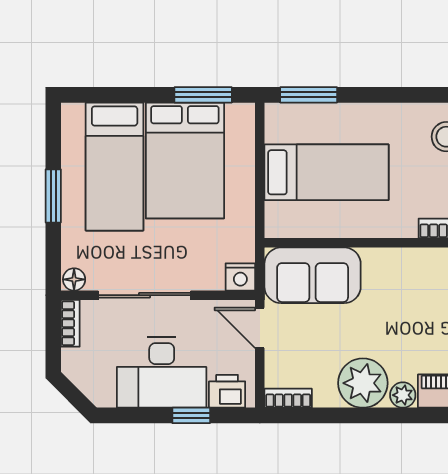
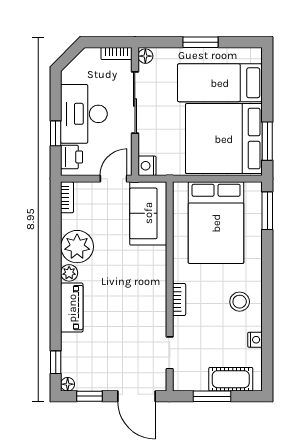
bed: (185, 160) -> (224, 139), width x1.36
bed: (326, 172) -> (216, 223), width x1.50

